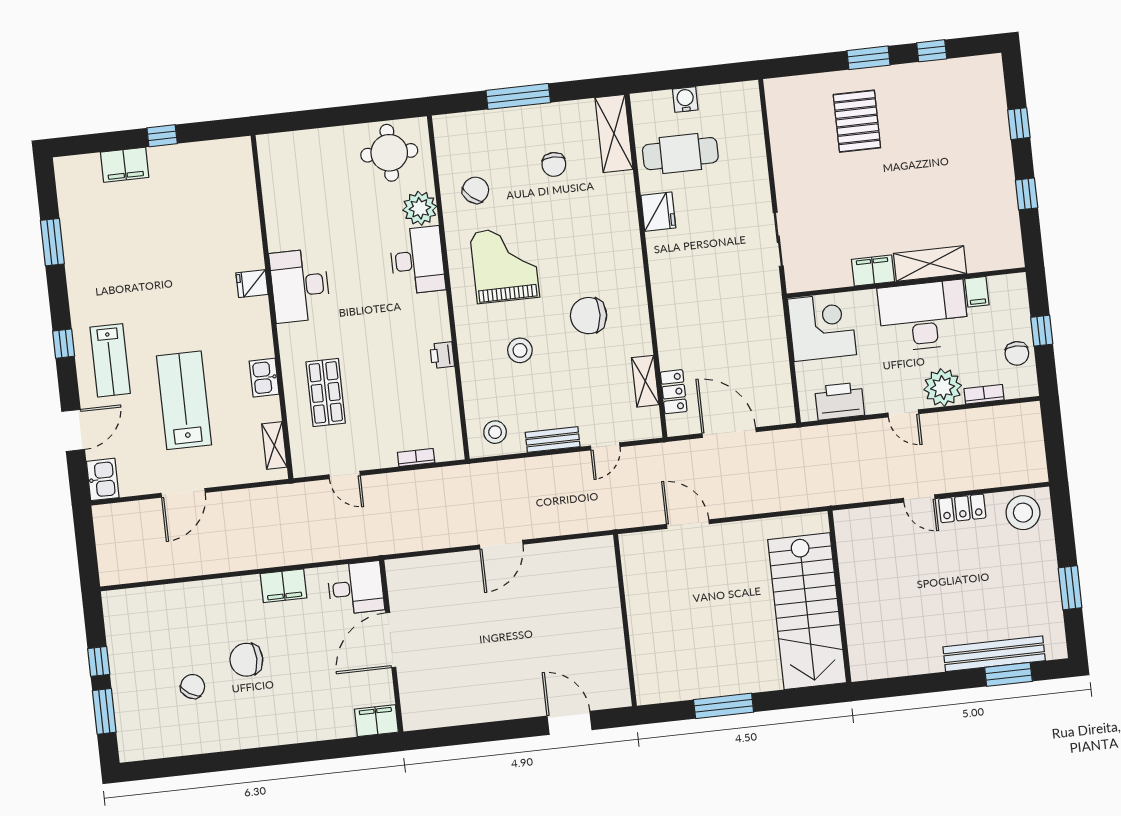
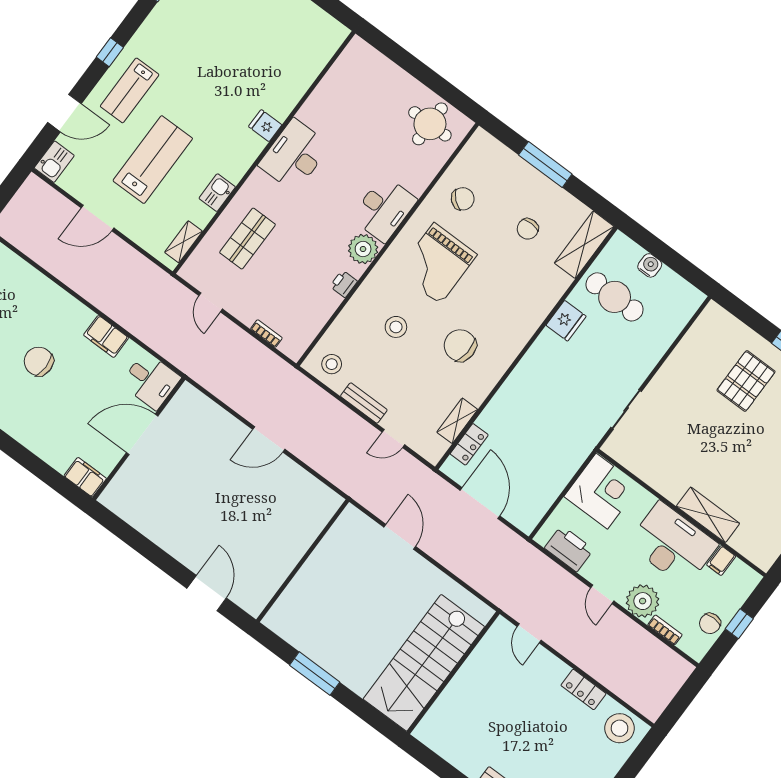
plant: (420, 208) -> (363, 249), moved
grand piano: (505, 265) -> (437, 263), turned 180
filing cabinet: (873, 271) -> (668, 485), removed
door: (919, 498) -> (529, 633), moved

